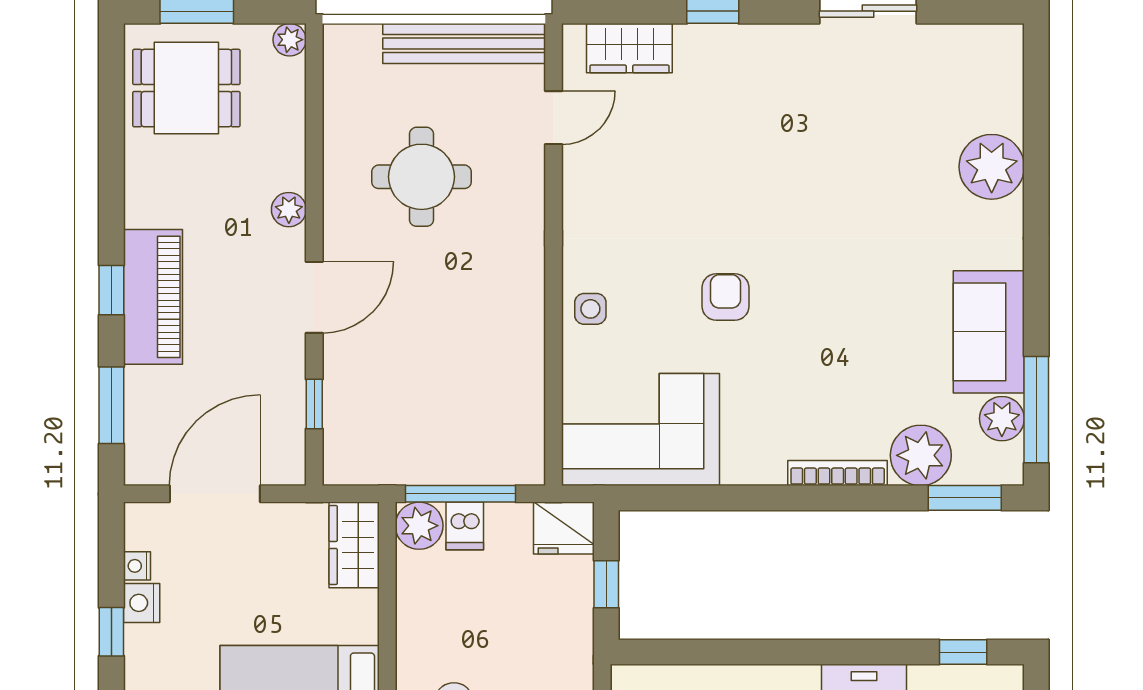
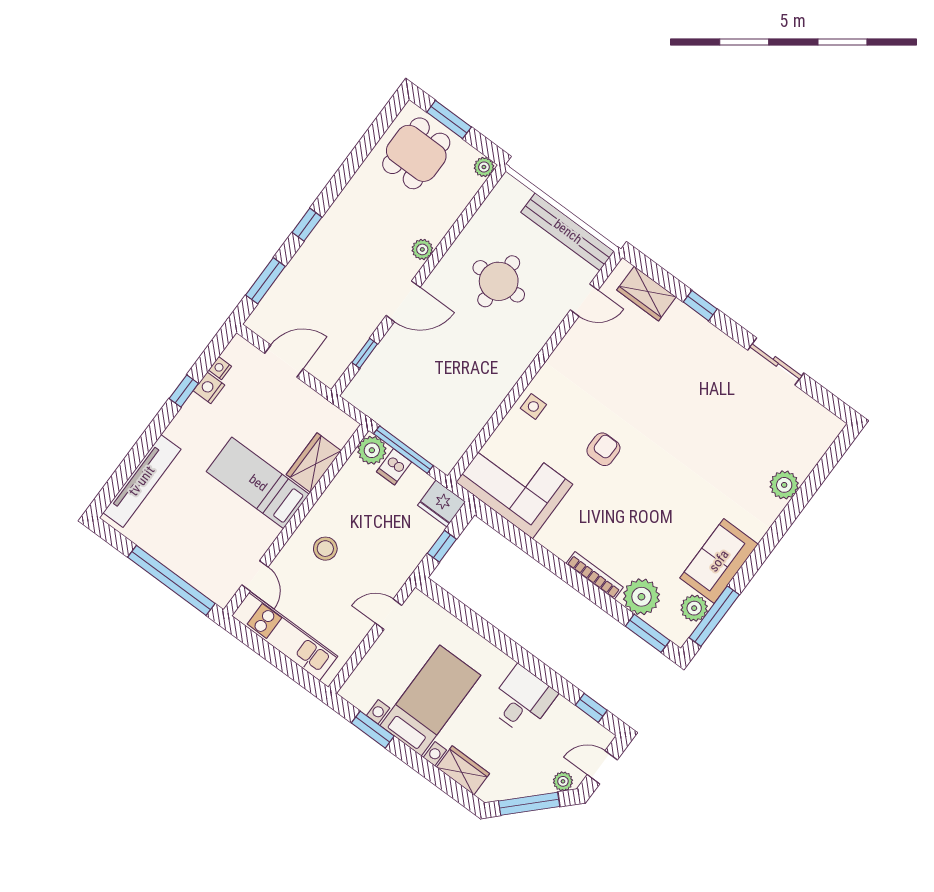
dining table: (186, 88) -> (416, 153), turned 90
plant: (992, 167) -> (784, 485), width x0.73, depth x0.73
piano: (153, 297) -> (325, 243), removed
door: (215, 494) -> (284, 361), width x0.73
wardrobe: (354, 545) -> (314, 463), moved

